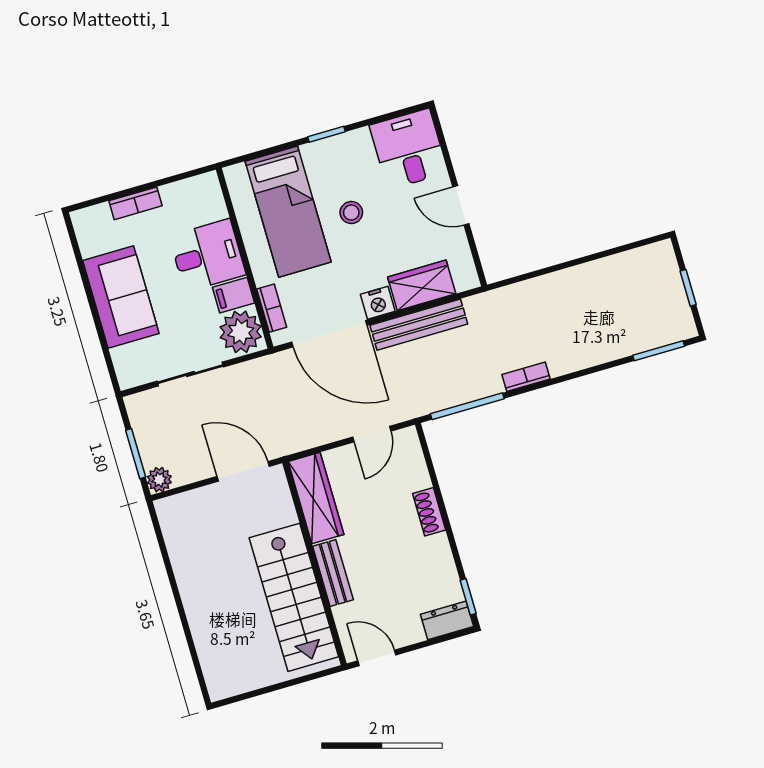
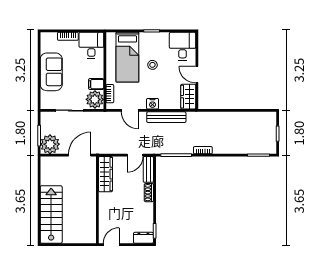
desk: (207, 255) -> (91, 45), moved, turned -90
wardrobe: (422, 285) -> (188, 97), moved, turned -90
door: (329, 334) -> (130, 110), width x0.53
door: (243, 471) -> (80, 155), hinge flipped
plant: (159, 480) -> (50, 144), width x1.87, depth x1.87
bench: (333, 573) -> (148, 169), moved
stairs: (294, 597) -> (51, 215), moved, turned 180
door: (377, 658) -> (111, 245), hinge flipped

